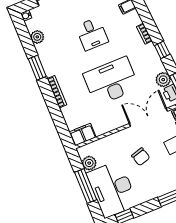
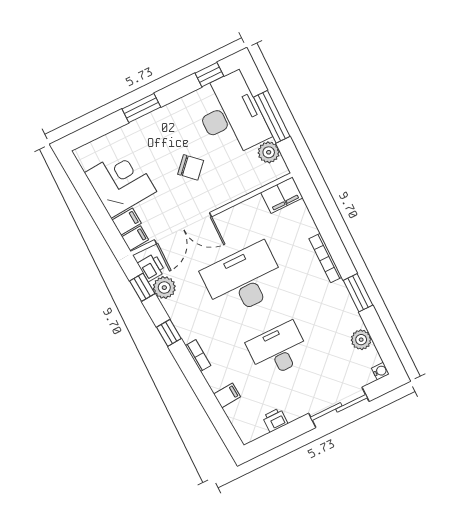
desk: (92, 34) -> (278, 350), width x1.37
desk: (111, 81) -> (244, 280), turned 180
chair: (141, 157) -> (191, 167), turned 149

